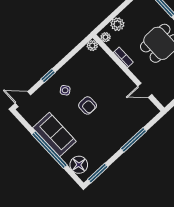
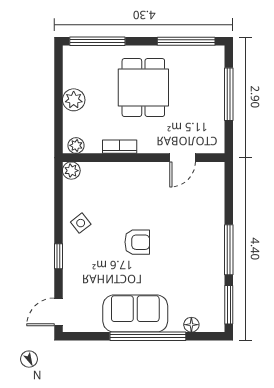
plant: (117, 24) -> (74, 100), moved
side table: (65, 90) -> (81, 223), moved
window: (134, 140) -> (229, 250), moved
floor lamp: (79, 165) -> (191, 325), width x0.53, depth x0.53

